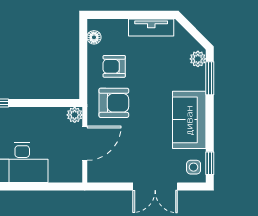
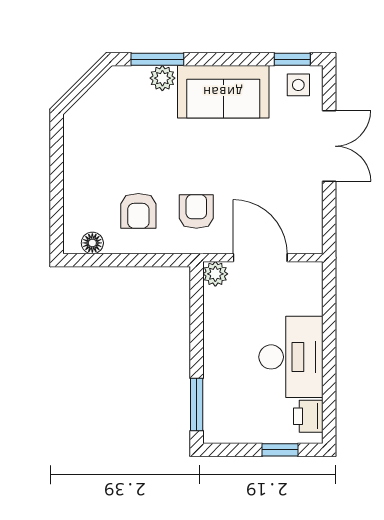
tv unit: (151, 27) -> (77, 152), removed
plant: (198, 59) -> (162, 78), moved
armchair: (114, 103) -> (196, 211), width x0.72, depth x0.72

